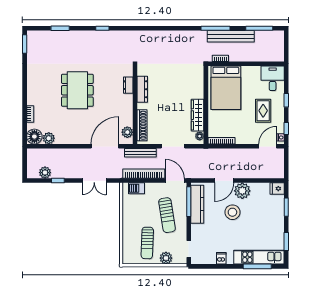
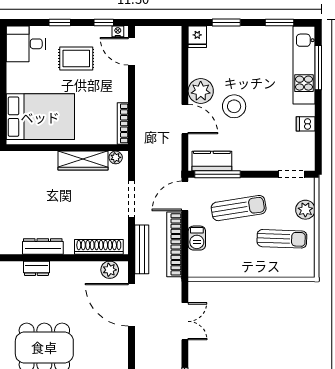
barbecue: (136, 188) -> (197, 238), moved
kitchen counter: (197, 204) -> (212, 161), width x0.67

